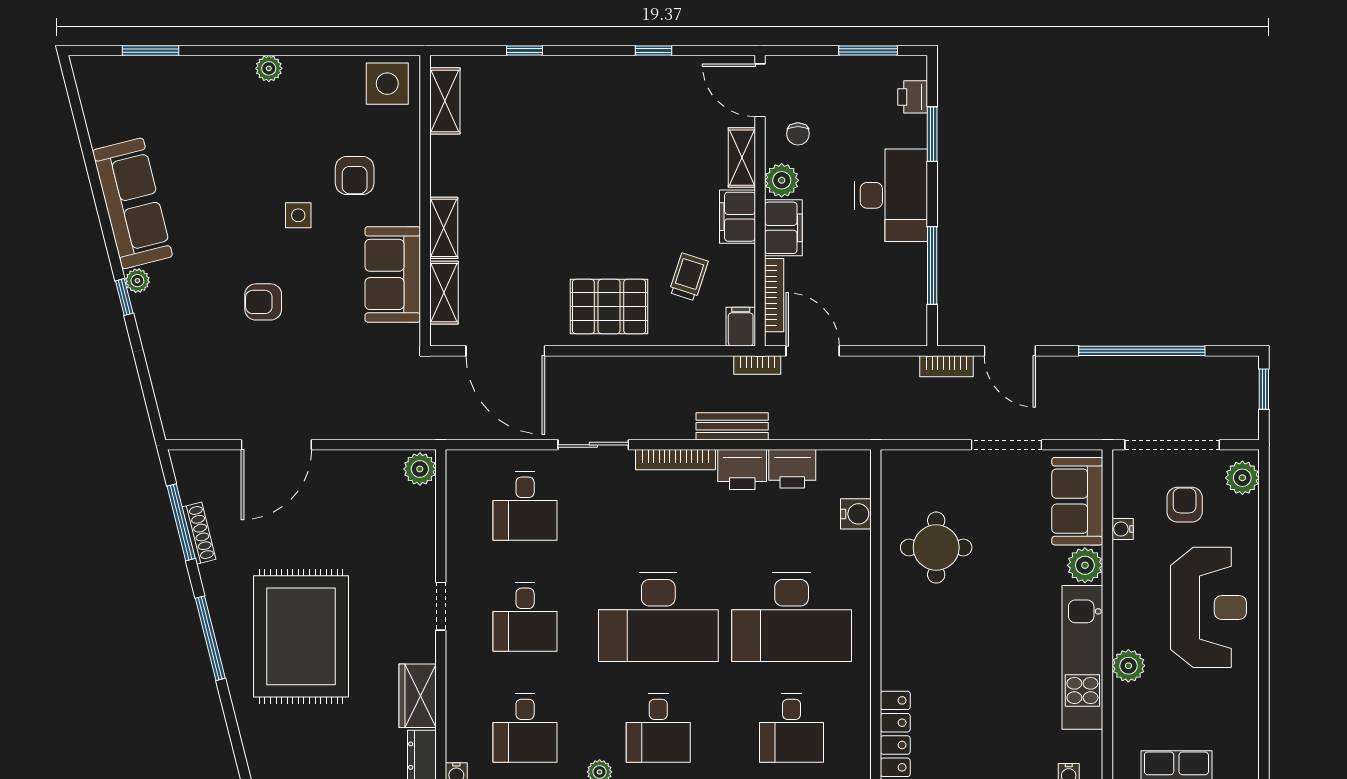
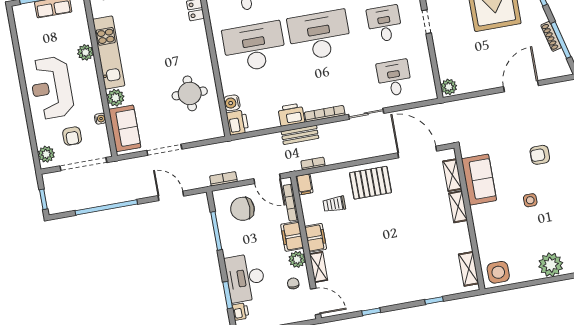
plant: (269, 68) -> (551, 265), width x1.87, depth x1.87
armchair: (355, 175) -> (506, 225), removed
desk: (891, 195) -> (245, 278), moved
trolley: (689, 277) -> (334, 204), turned 72
chair: (872, 300) -> (242, 209), added
armchair: (263, 302) -> (540, 155), turned 180
bookcase: (757, 365) -> (313, 163), moved
bookcase: (946, 366) -> (223, 179), moved
printer: (792, 469) -> (237, 123), moved, turned 90

